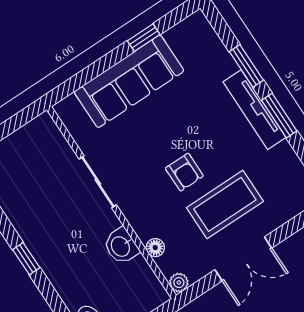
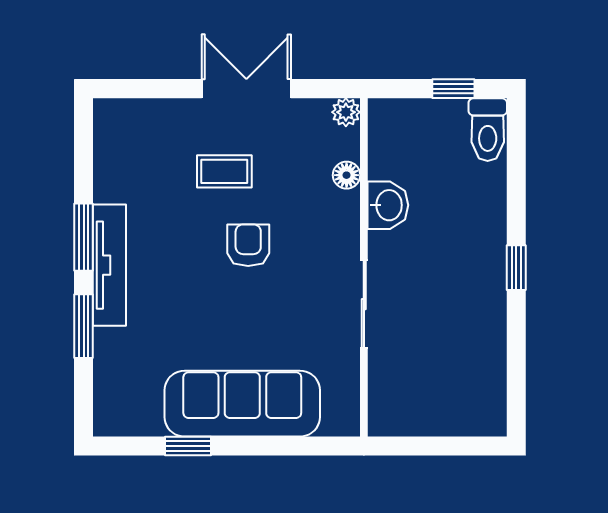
coffee table: (225, 204) -> (224, 171), width x0.54, depth x0.58

